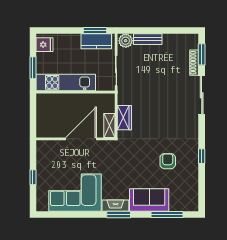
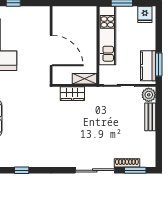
shelving: (109, 126) -> (84, 79), moved
window: (202, 156) -> (22, 170), moved
armchair: (168, 161) -> (29, 137), removed

